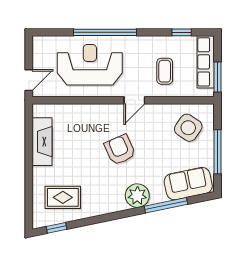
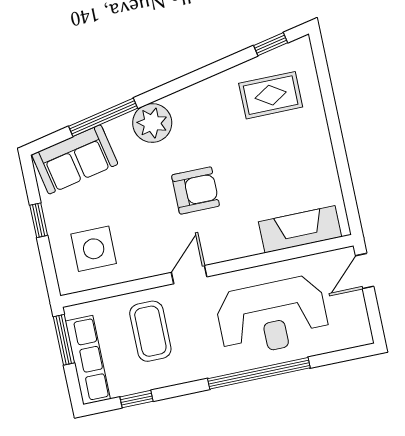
coffee table: (165, 71) -> (150, 331), width x1.36, depth x1.30
side table: (188, 128) -> (94, 249), turned -34
fireplace: (42, 142) -> (300, 229), moved, turned 90
armchair: (120, 150) -> (196, 191), turned -66
window: (218, 152) -> (39, 220), width x0.46

